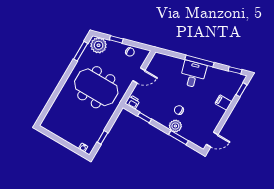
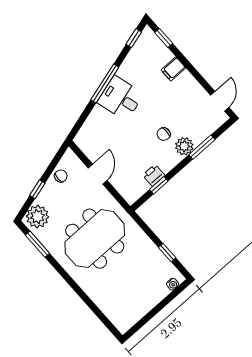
printer: (133, 102) -> (154, 175), moved

